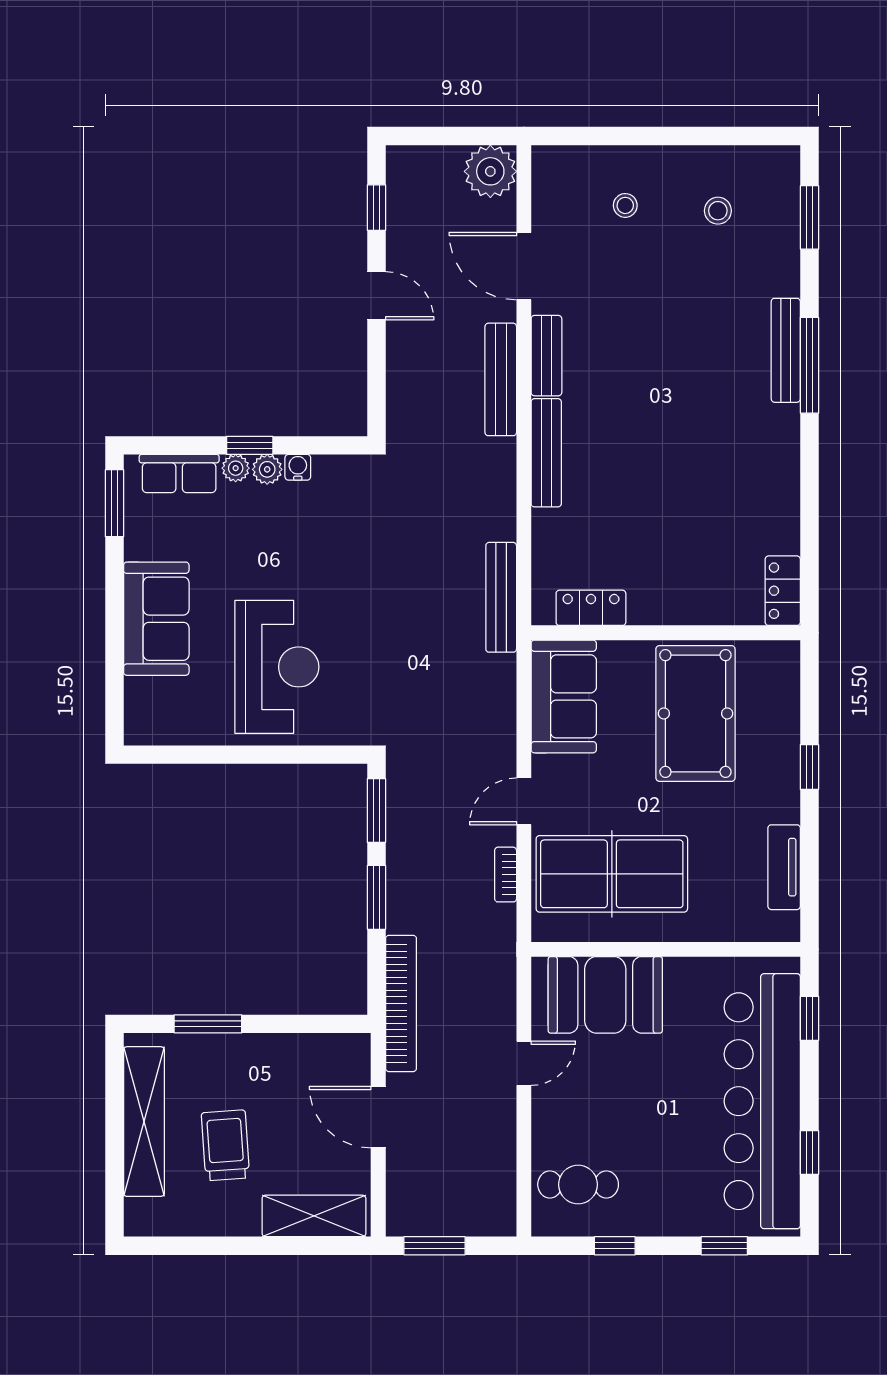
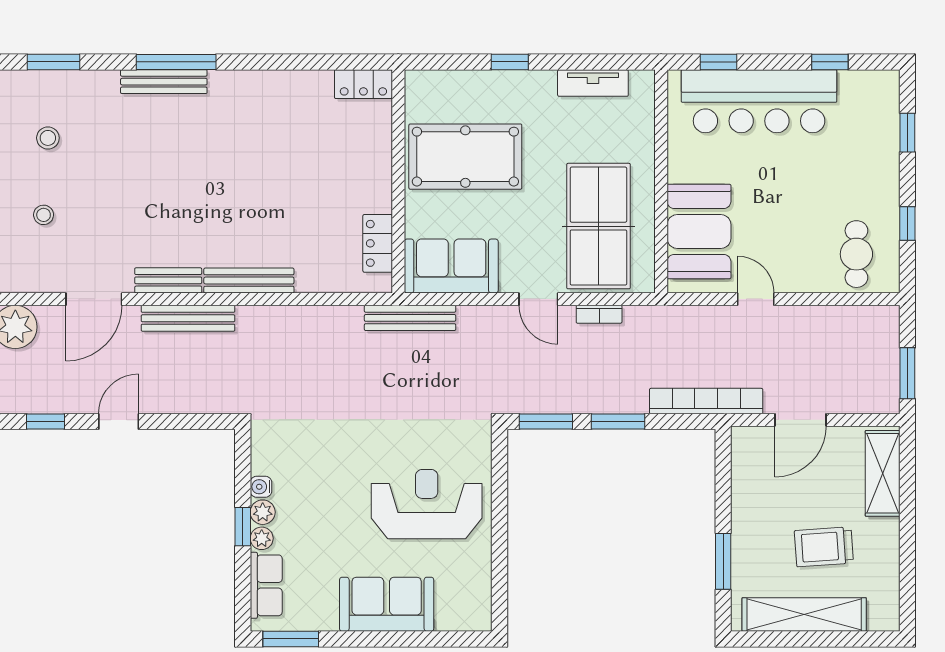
bench: (501, 597) -> (410, 318), moved
bar counter: (762, 1101) -> (759, 101), width x0.73

